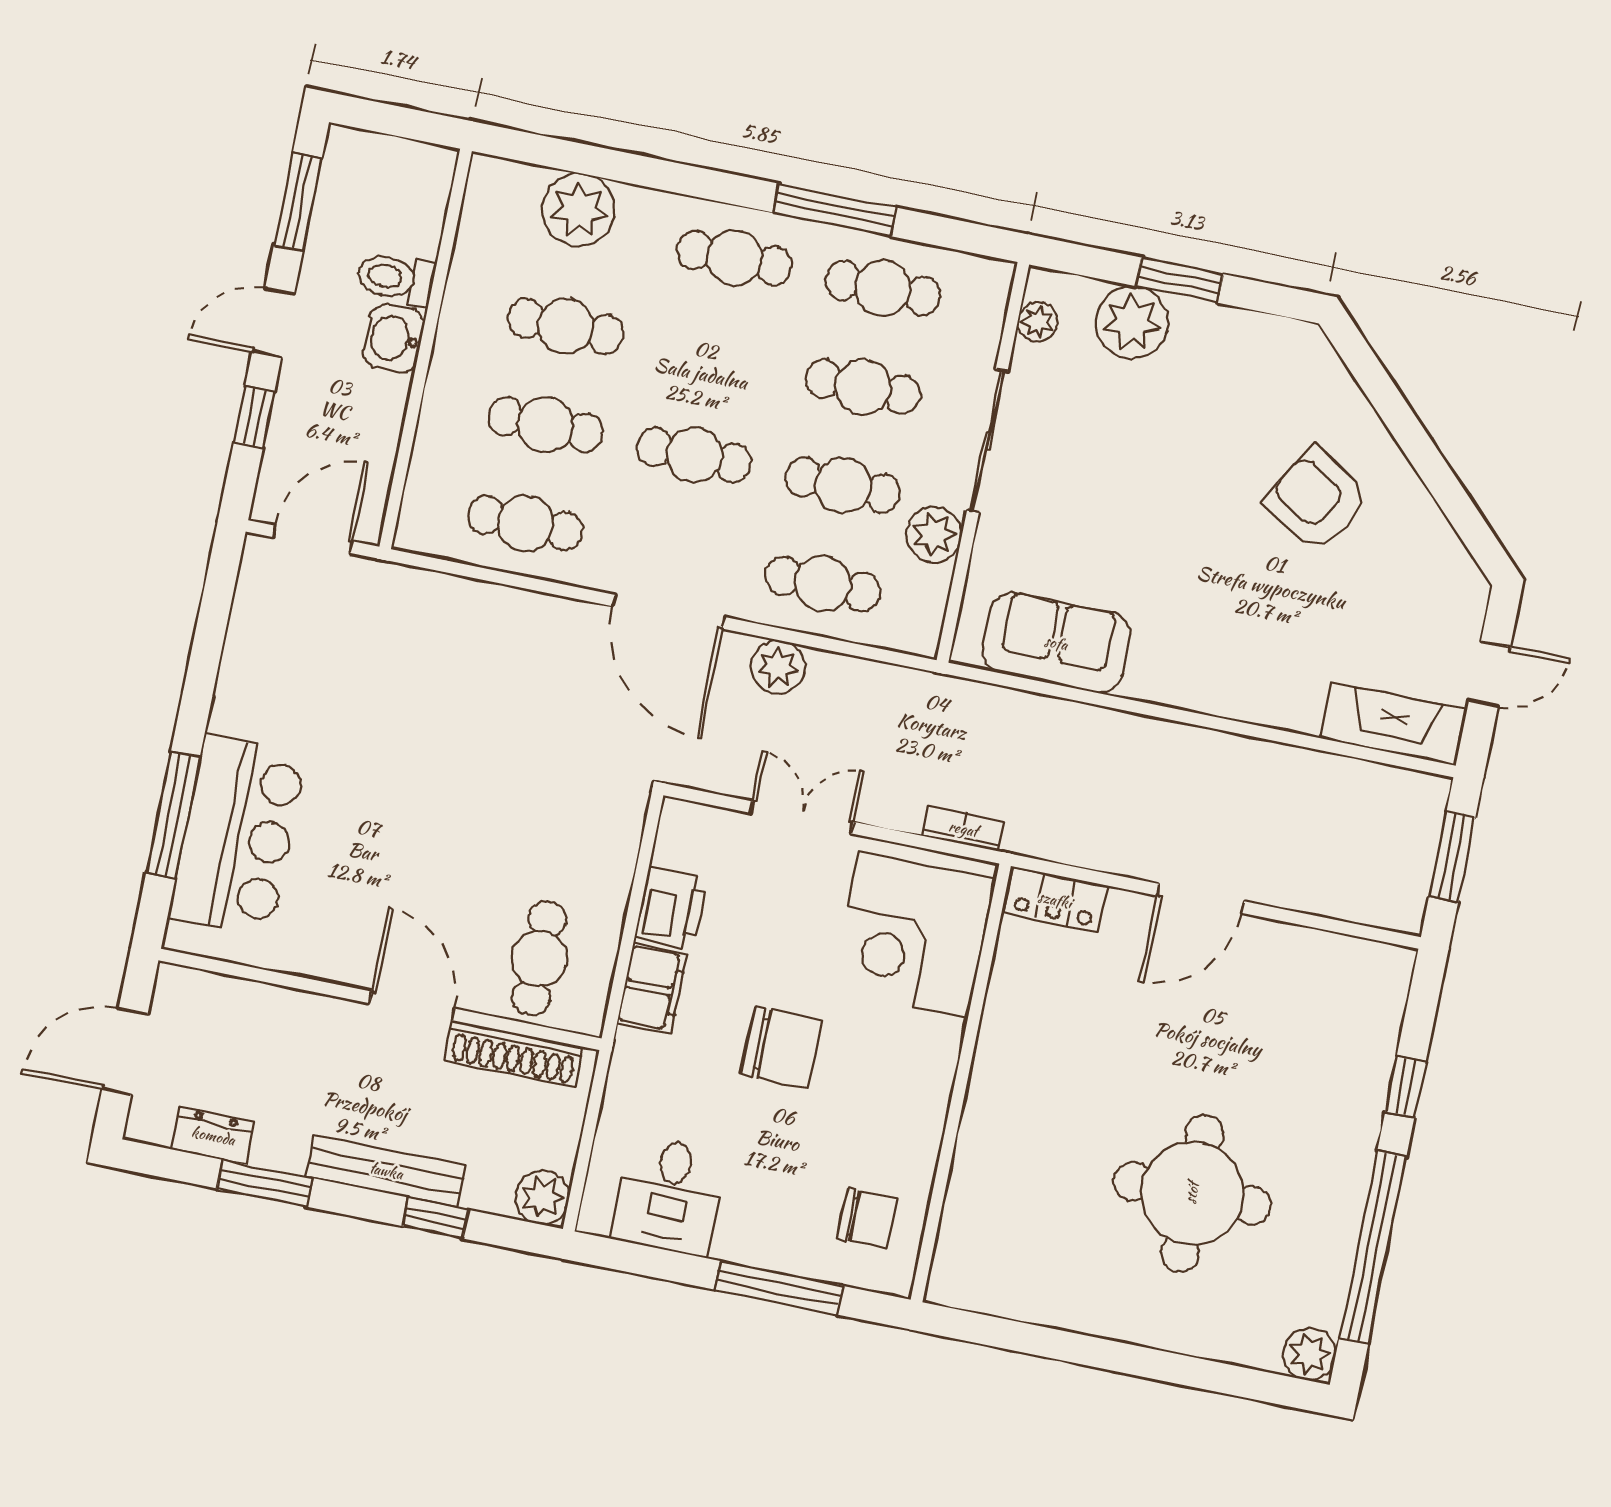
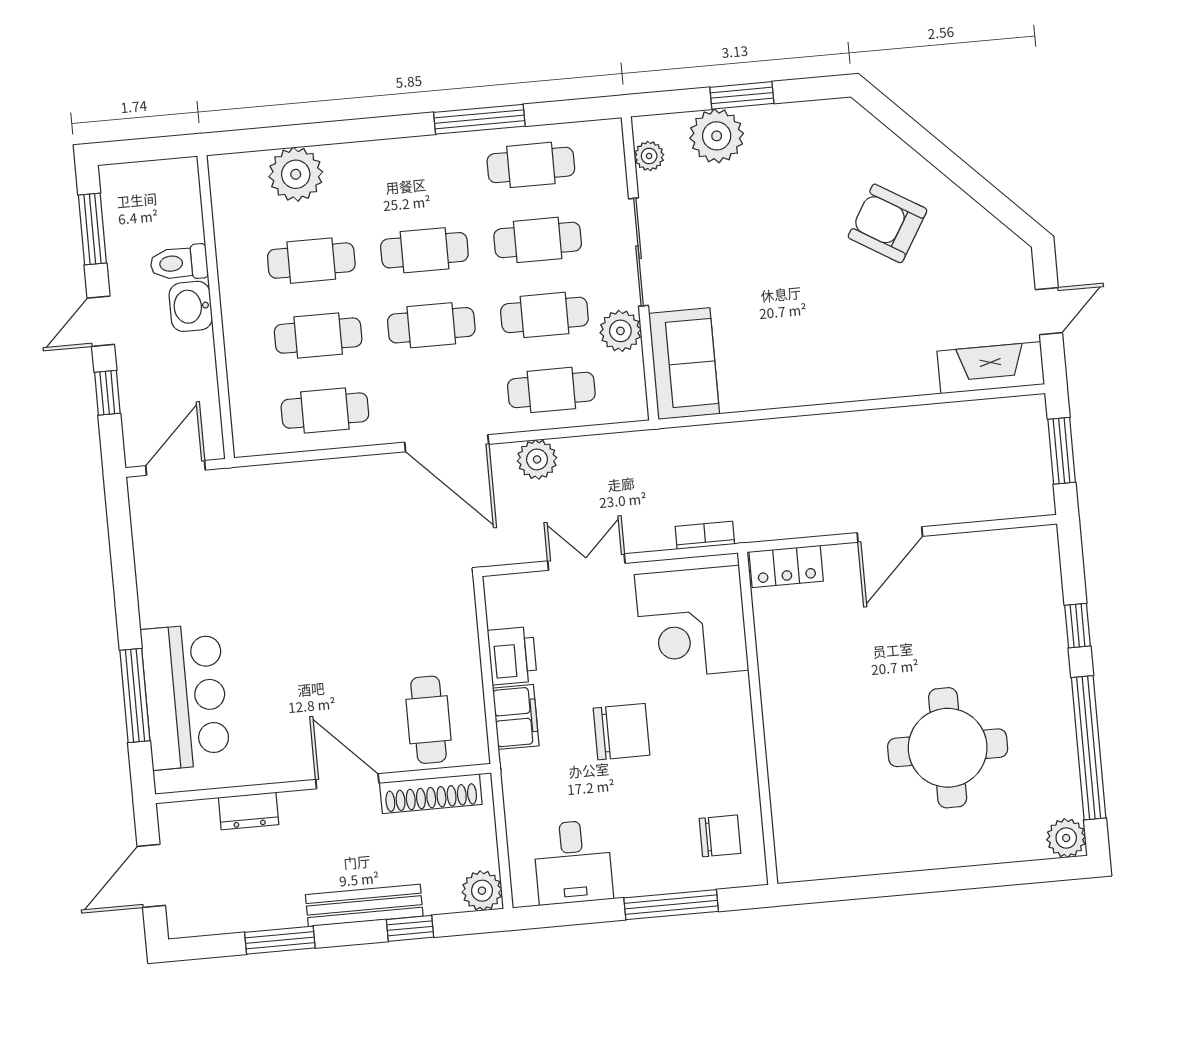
cafe table: (734, 258) -> (424, 250), moved
sofa: (1056, 643) -> (684, 364), moved, turned 90
dresser: (213, 1136) -> (249, 811), moved, turned 180

